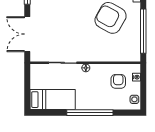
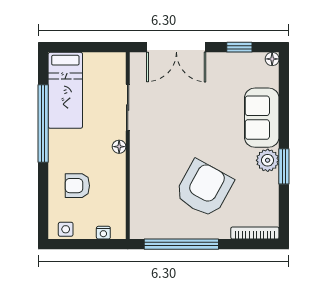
double door: (27, 34) -> (176, 47), swing flipped
armchair: (118, 81) -> (77, 186), moved, turned 180
window: (90, 113) -> (43, 123), moved

